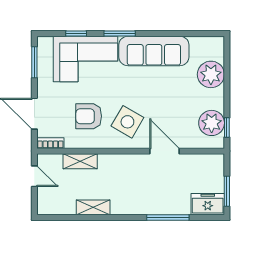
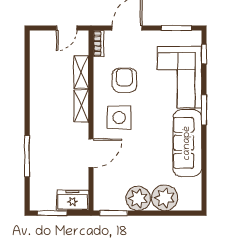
window: (76, 34) -> (204, 54), moved
side table: (127, 122) -> (119, 118), turned -30
plant: (212, 123) -> (138, 198), moved
window: (227, 127) -> (114, 213), width x1.50
freezer: (208, 204) -> (73, 200), moved, turned -90
shelving: (93, 207) -> (81, 106), moved

